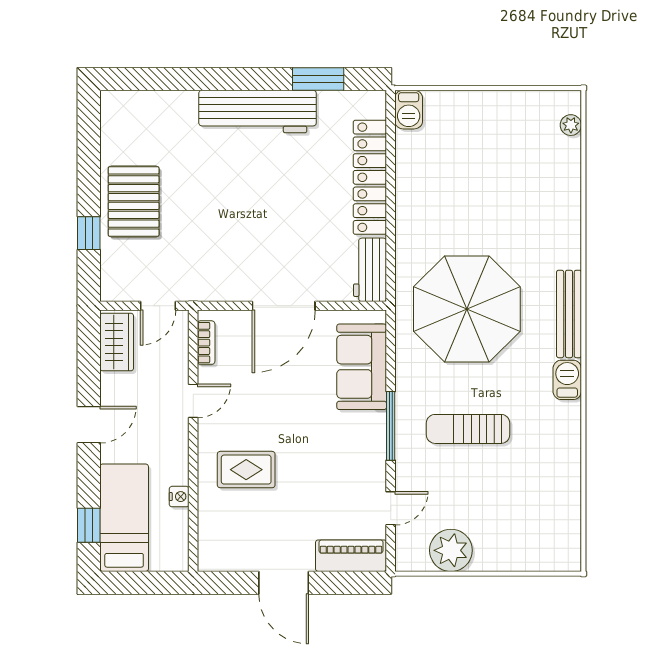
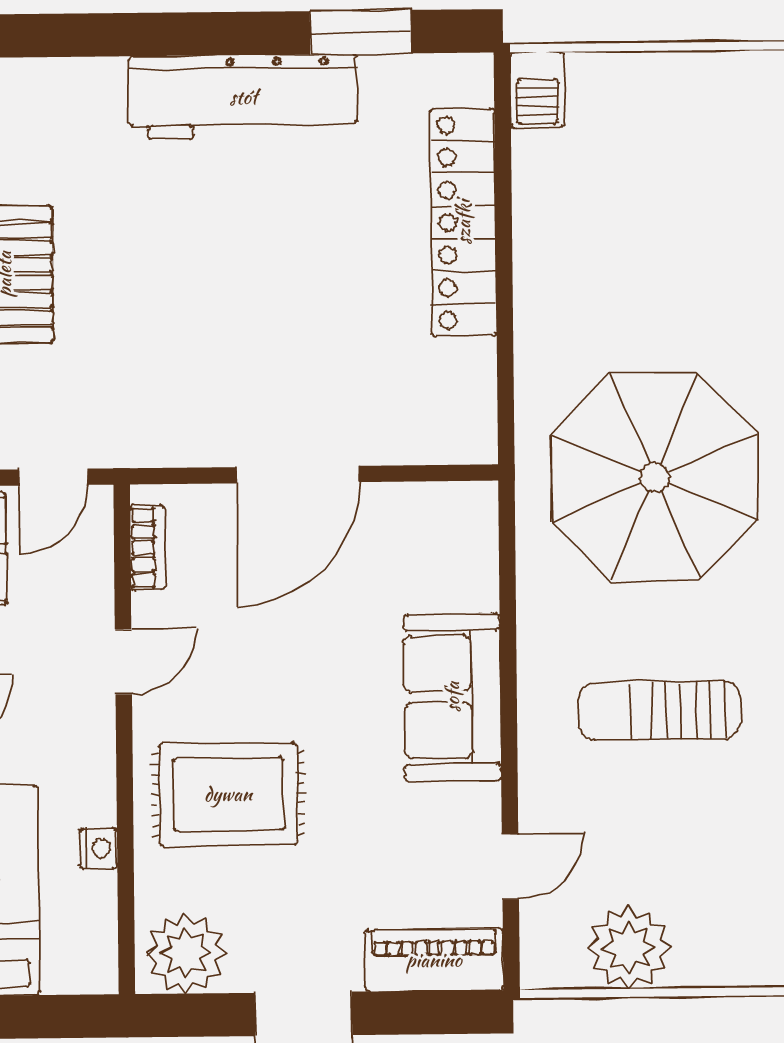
workbench: (370, 270) -> (465, 403), removed
sofa: (362, 367) -> (452, 697), moved
window: (391, 426) -> (509, 706), removed
rug: (246, 470) -> (228, 794), width x1.36, depth x1.43
plant: (224, 551) -> (186, 953), added

